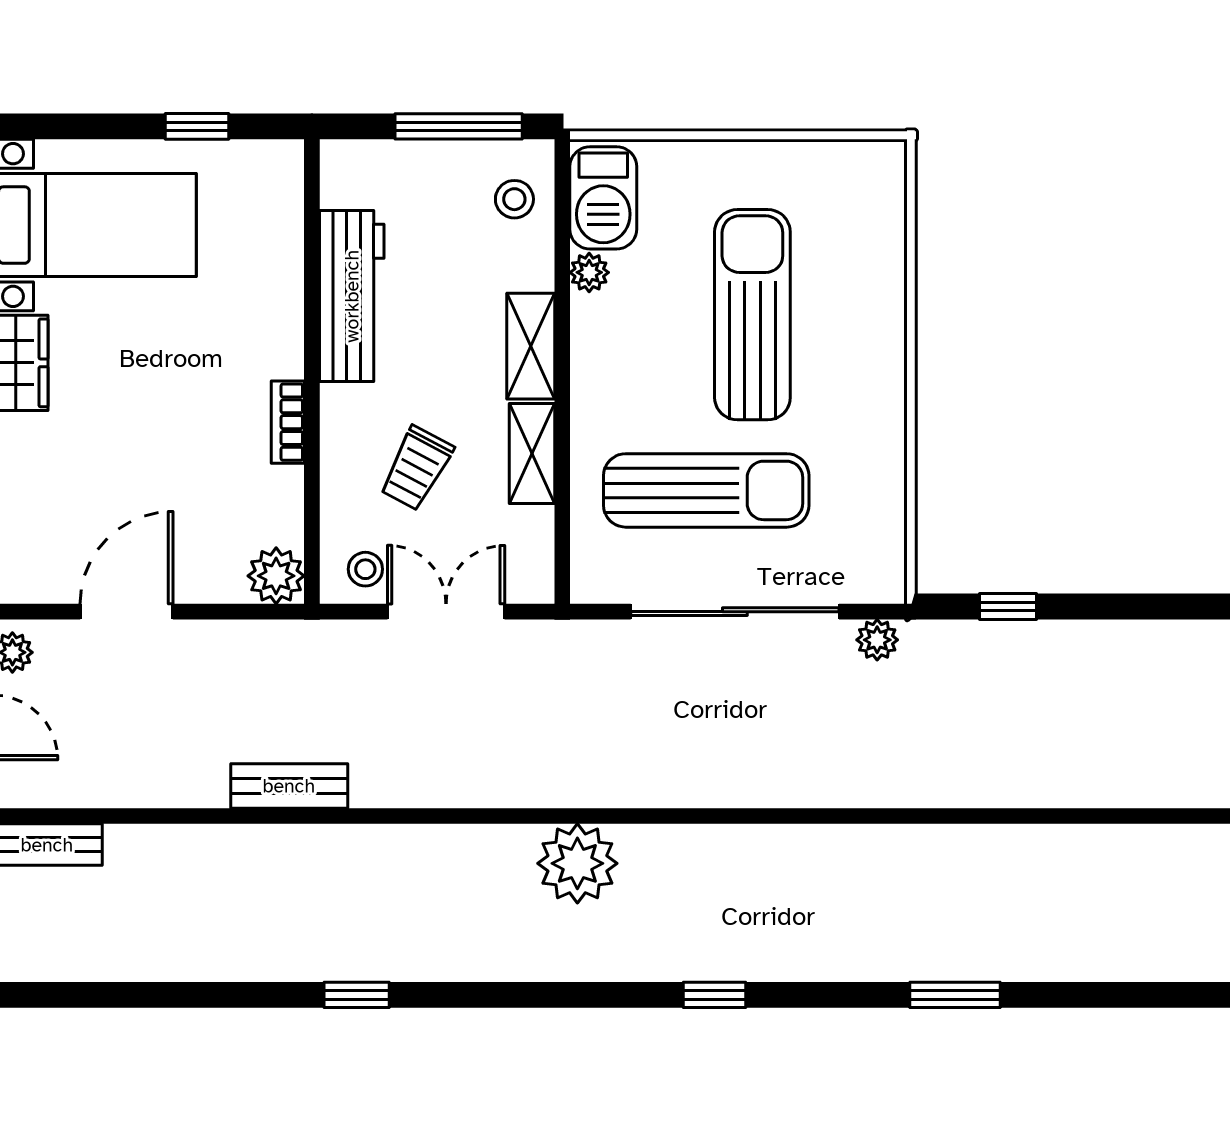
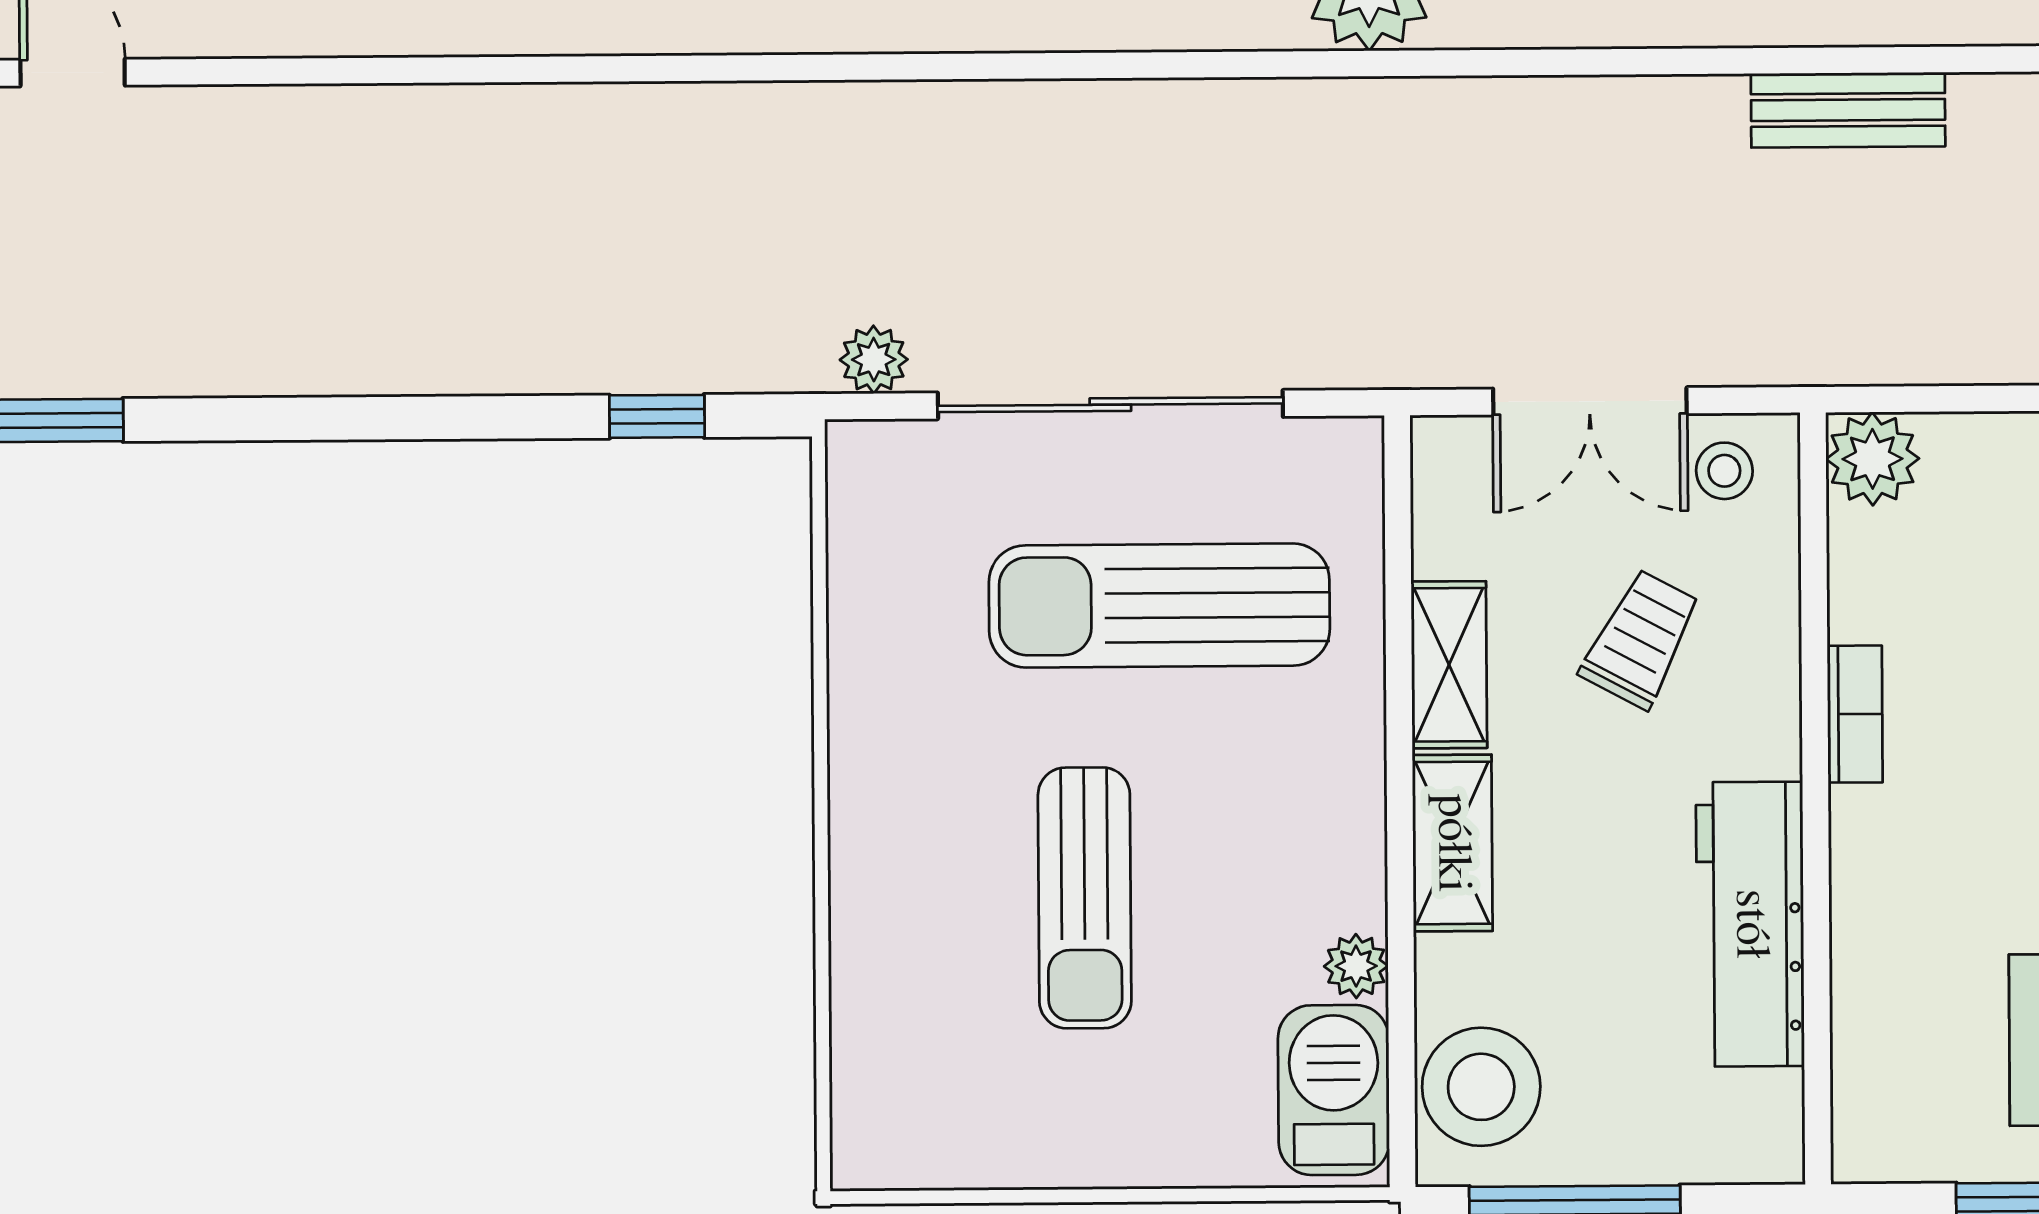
stool: (514, 199) -> (1481, 1087), width x1.89, depth x1.89
sun lounger: (752, 315) -> (1085, 898), width x0.73, depth x0.75

